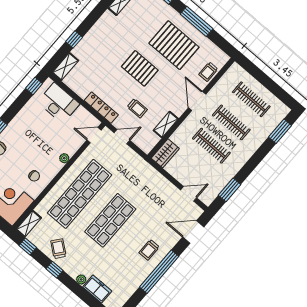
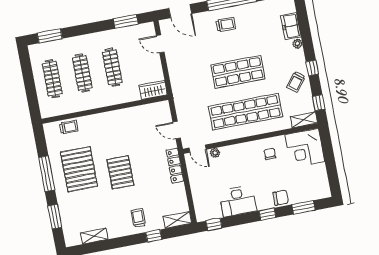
door: (197, 101) -> (96, 111), removed
desk: (59, 103) -> (238, 201), moved, turned -90
trolley: (137, 108) -> (138, 218), moved
shelving: (166, 125) -> (135, 112), removed
plant: (64, 158) -> (215, 153), moved

